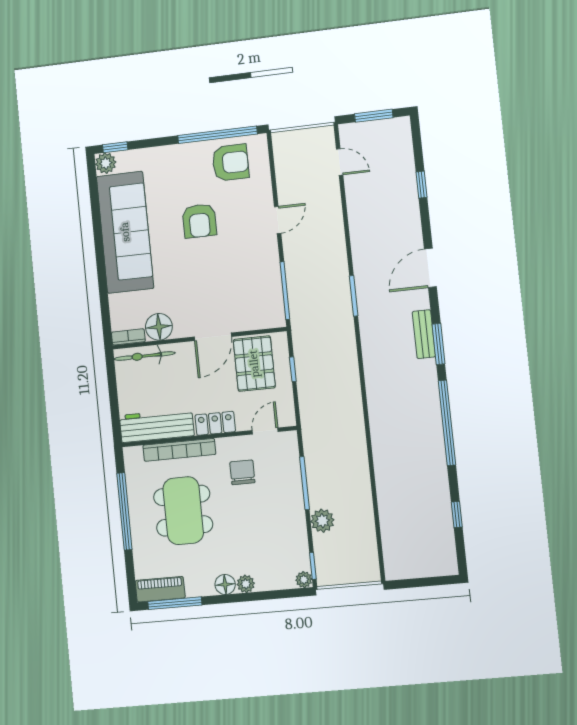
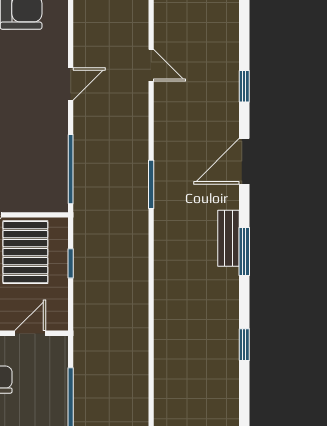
door: (340, 162) -> (151, 65), moved
window: (421, 185) -> (244, 86), moved
window: (447, 423) -> (244, 345), width x0.32

